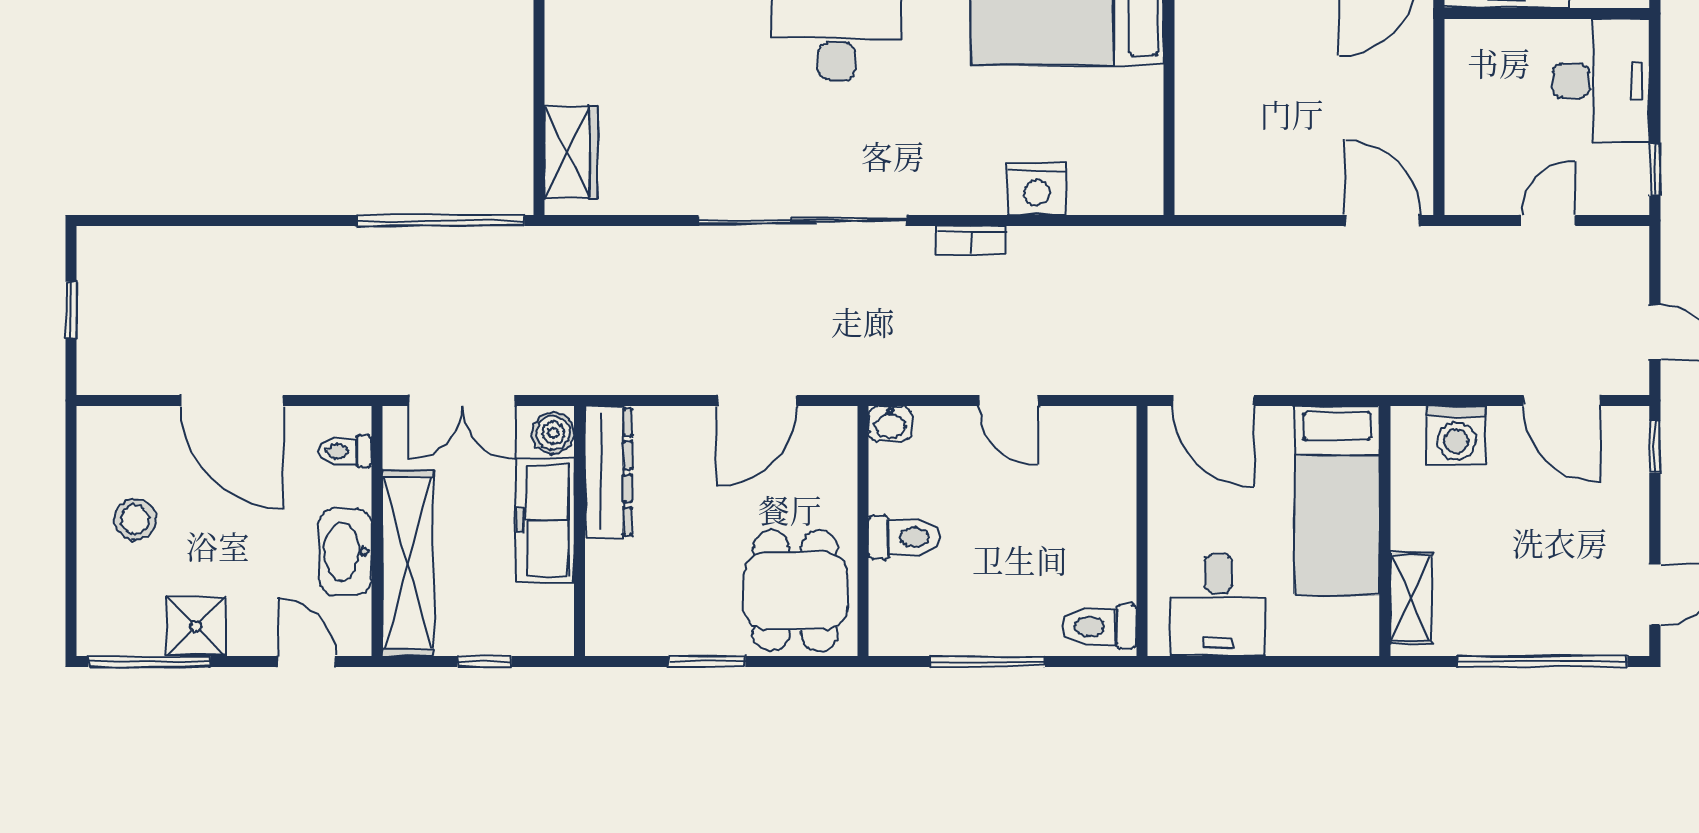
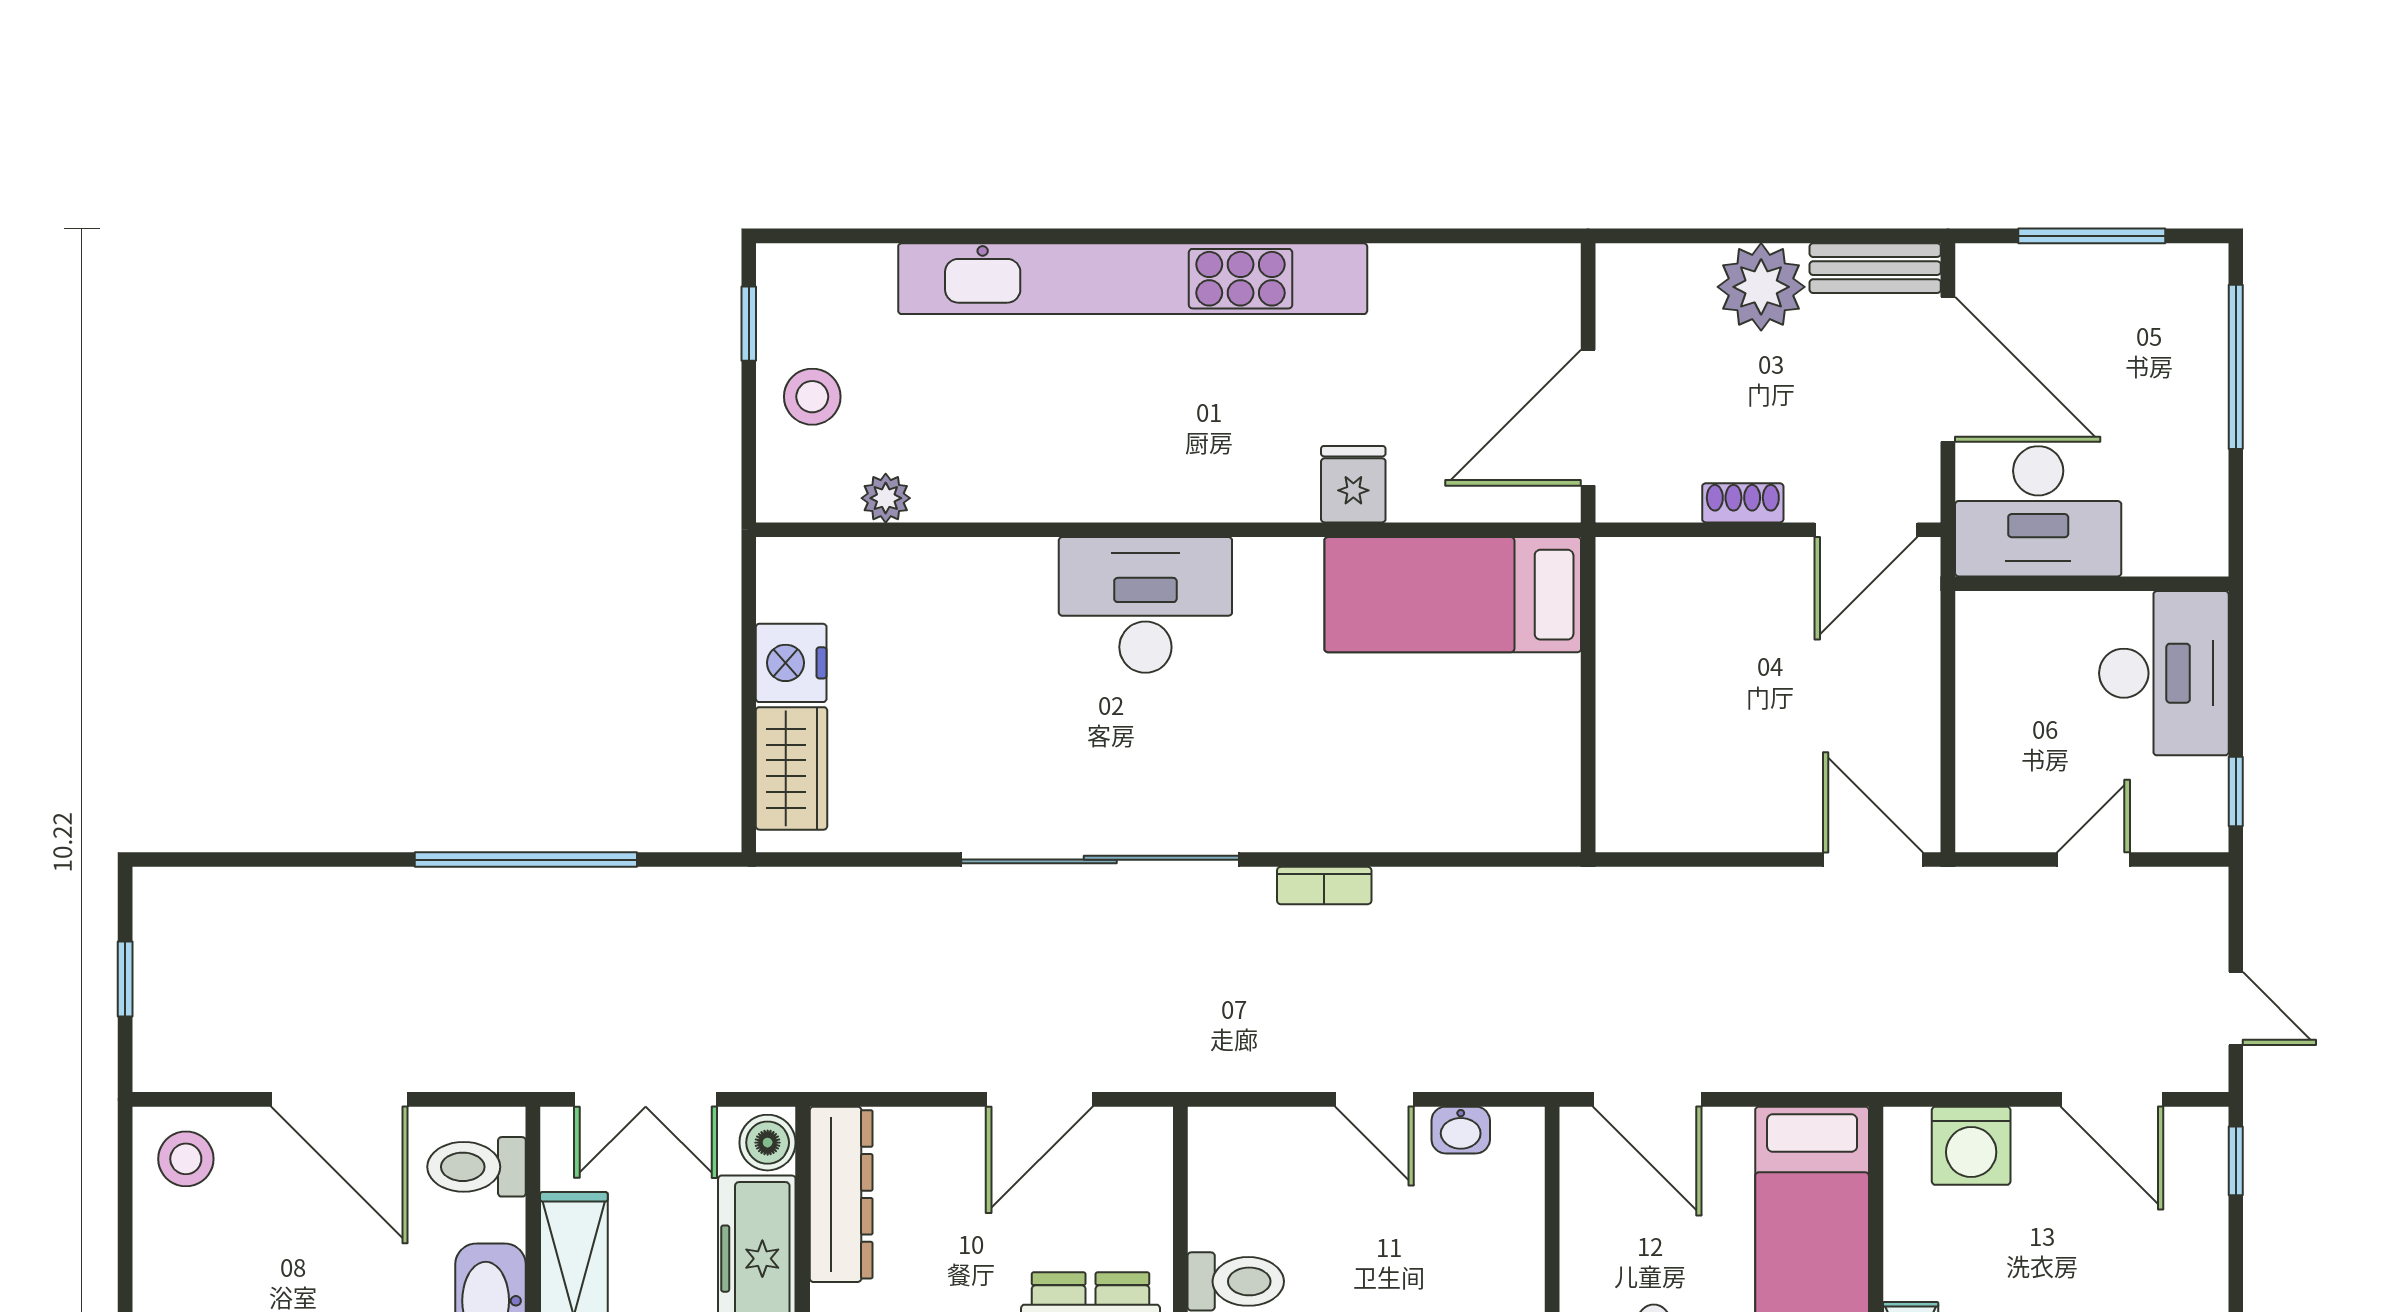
nightstand: (1037, 189) -> (791, 663), moved, turned 90
window: (441, 221) -> (526, 860), moved
washbasin: (890, 424) -> (1461, 1130), moved
toilet: (345, 451) -> (476, 1167), width x1.37, depth x1.39
stool: (135, 519) -> (186, 1159), moved

